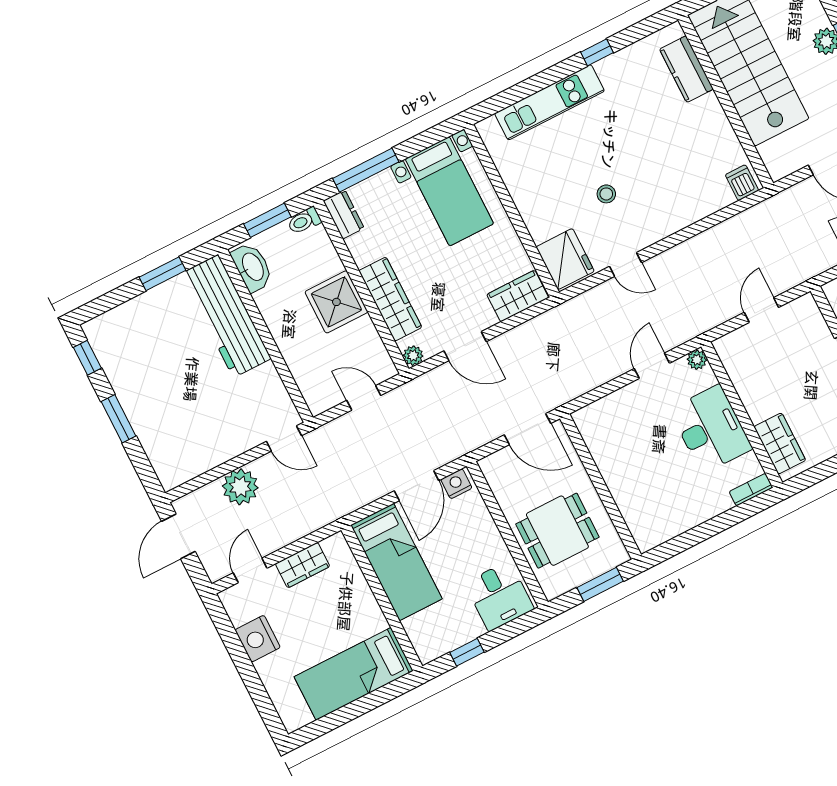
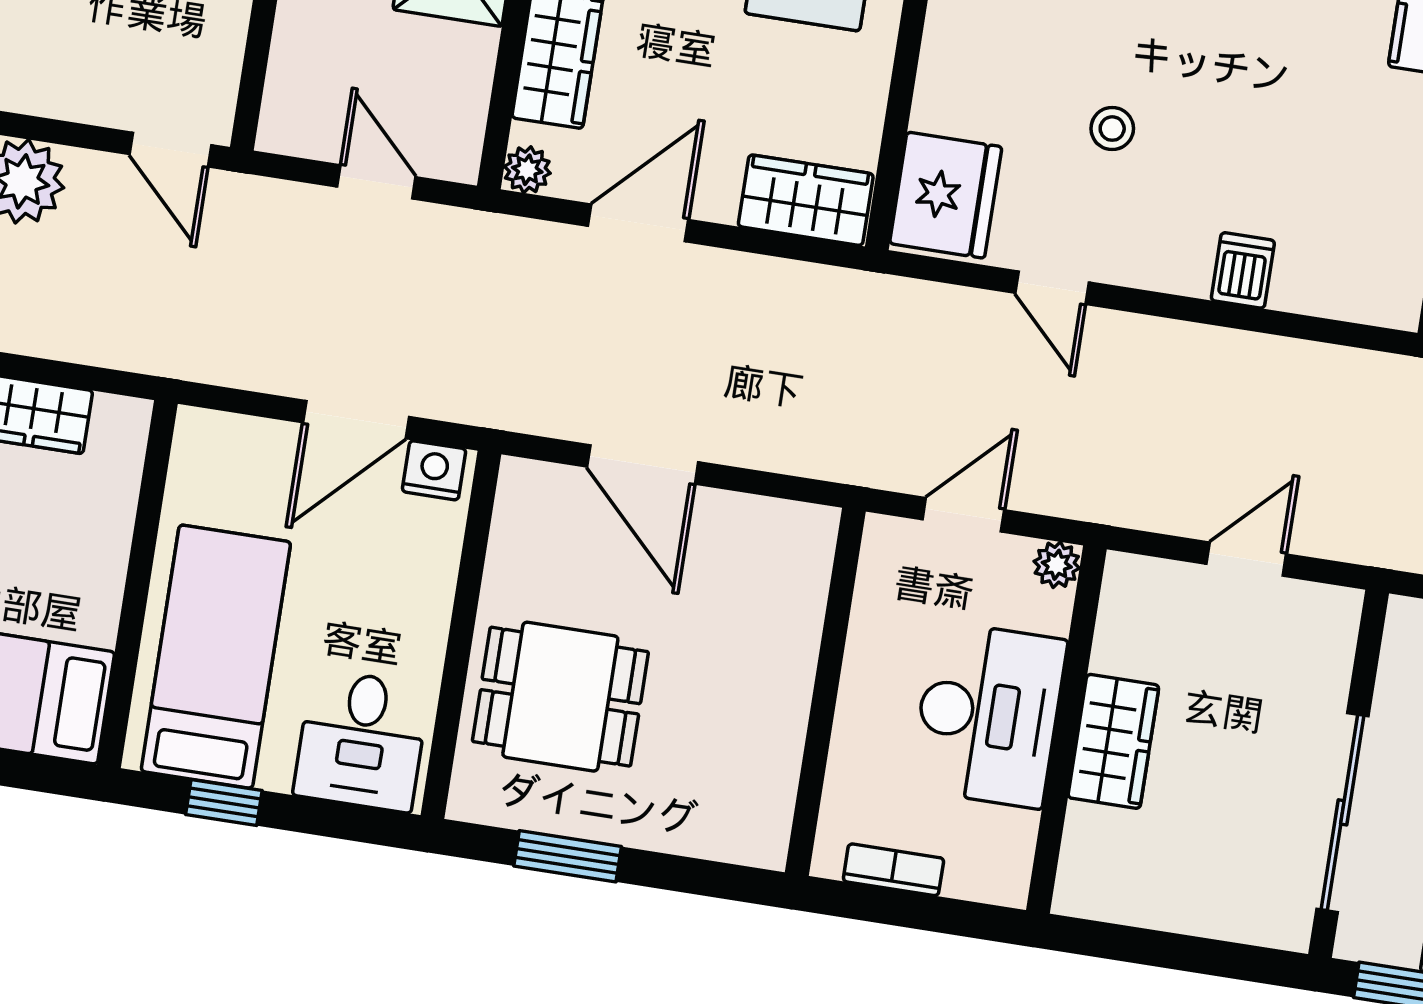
dishwasher: (742, 183) -> (1243, 270), moved
door: (465, 346) -> (638, 223), swing flipped
wardrobe: (780, 444) -> (1113, 741), moved
wall: (601, 487) -> (825, 692), moved
bookcase: (751, 490) -> (893, 870), moved
bed: (396, 562) -> (216, 657), moved, turned 180

